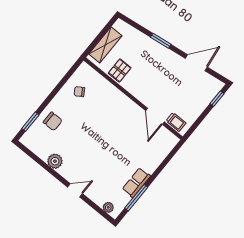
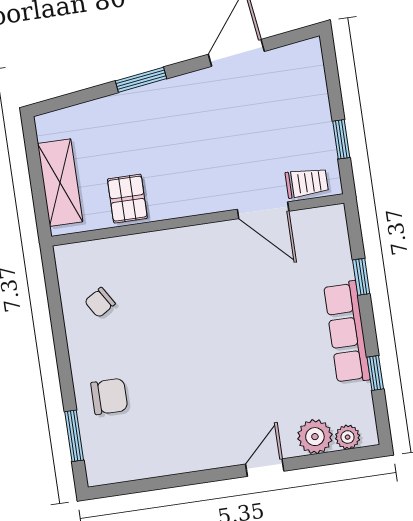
window: (217, 99) -> (341, 139), moved
plant: (55, 161) -> (315, 437), moved
window: (162, 166) -> (361, 277), added
row of seats: (136, 183) -> (347, 332), width x1.48
window: (136, 198) -> (375, 373), width x0.46

